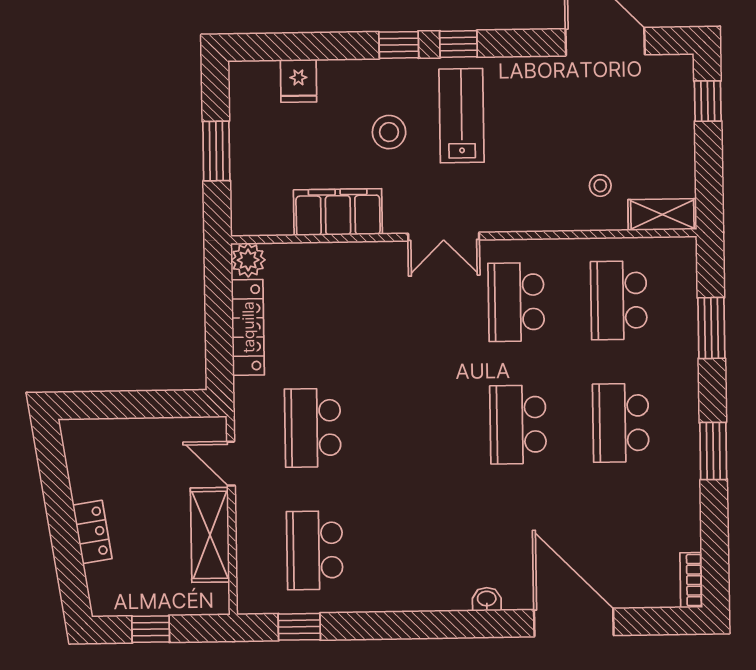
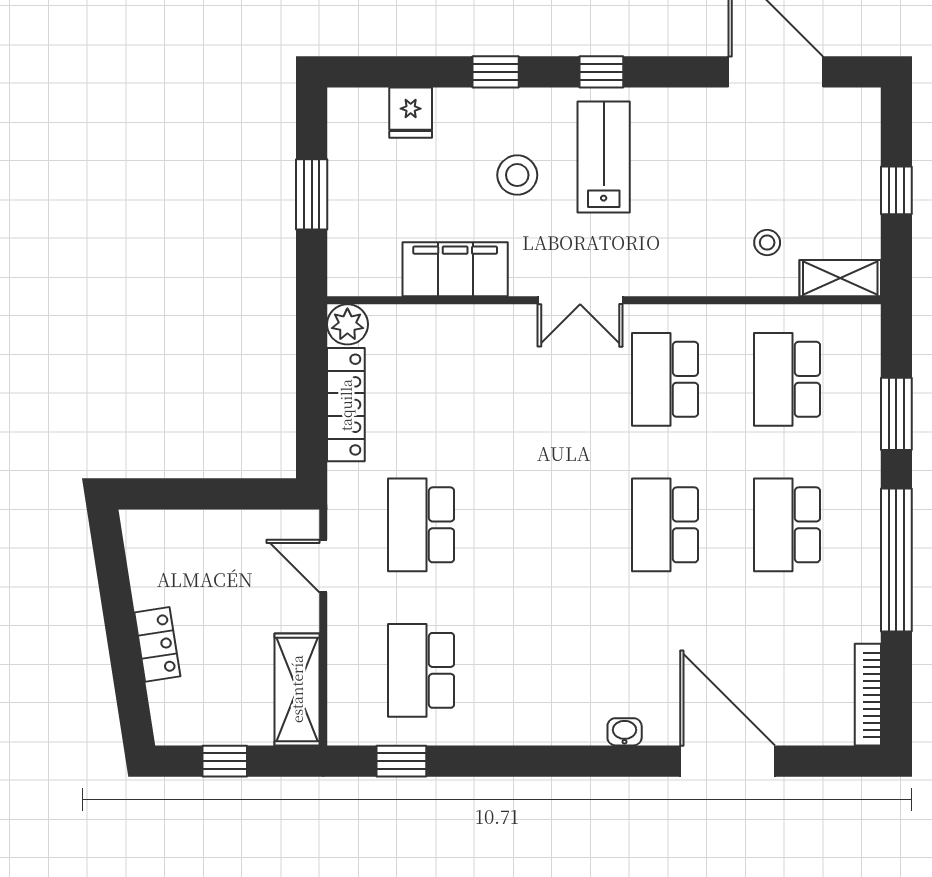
window: (399, 45) -> (496, 72), moved
window: (708, 101) -> (896, 190), moved
window: (713, 451) -> (896, 560), width x2.11
shelving: (210, 535) -> (297, 689), moved
bookcase: (691, 580) -> (868, 695), width x1.56

